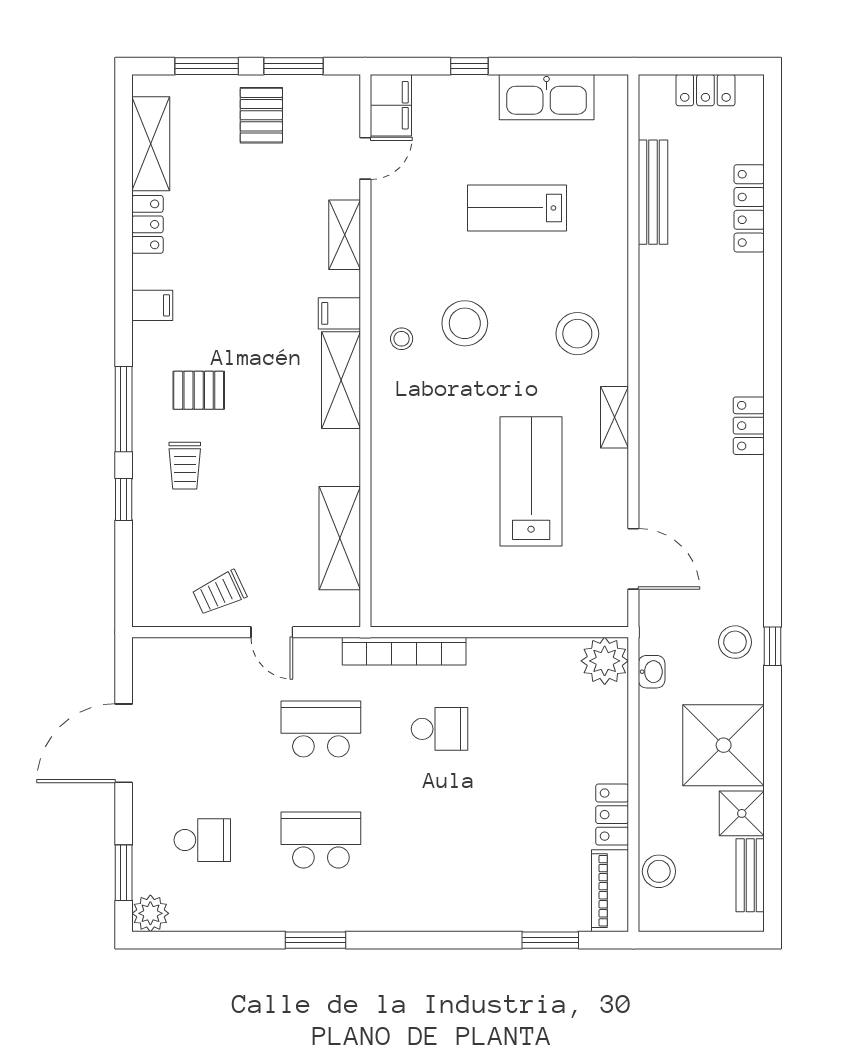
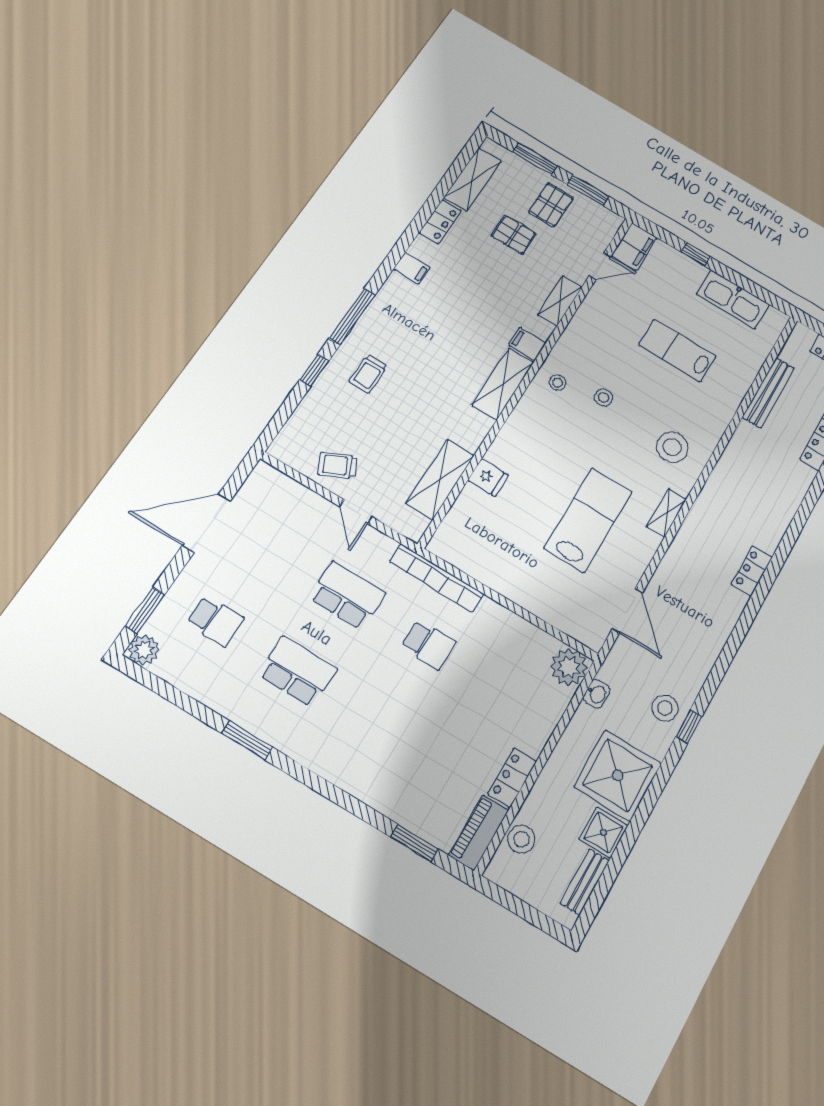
stool: (465, 323) -> (604, 398), width x0.53, depth x0.53
pallet: (199, 390) -> (514, 235), moved
fridge: (391, 503) -> (488, 478), added

